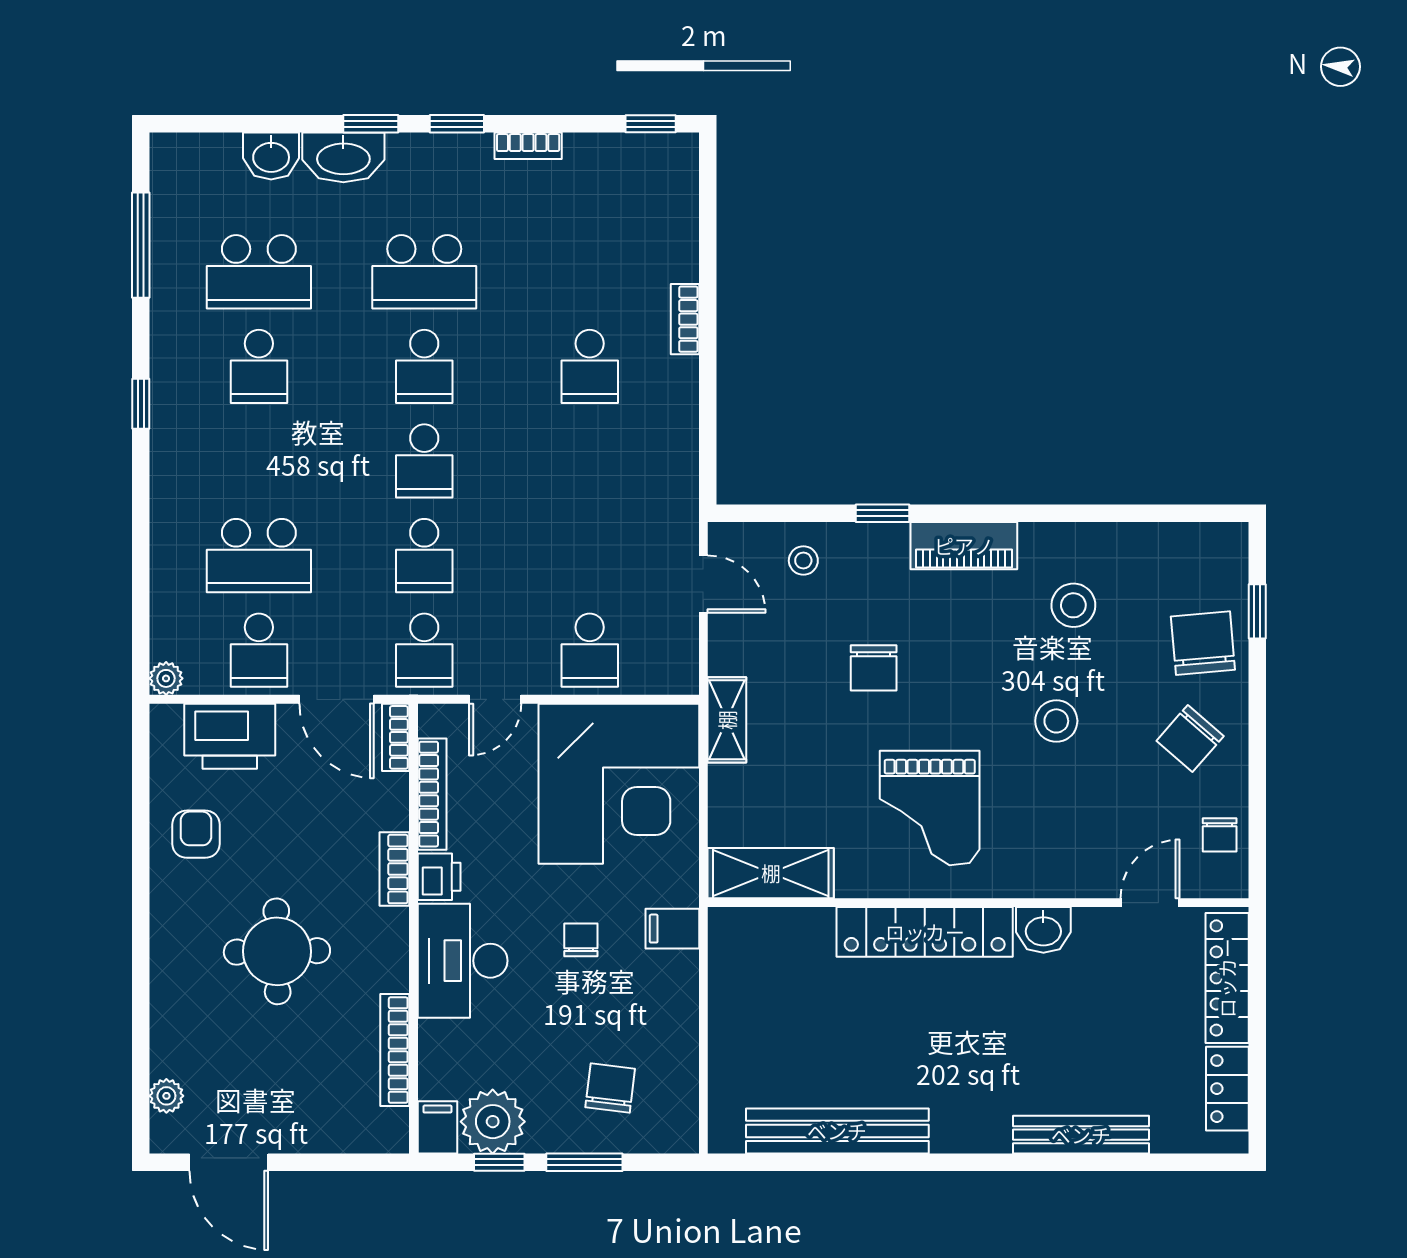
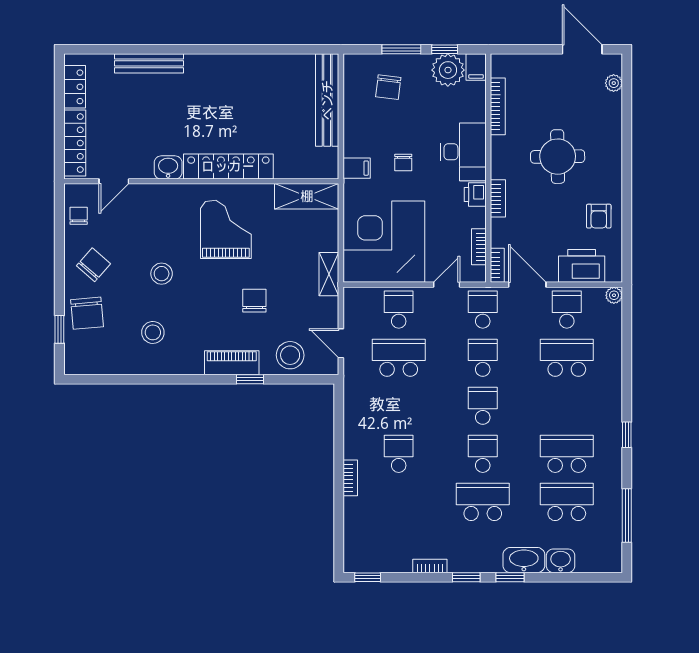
school desk: (259, 366) -> (567, 454), width x1.85
piano: (964, 546) -> (232, 363), moved
school desk: (590, 556) -> (399, 358), added
stool: (803, 561) -> (290, 355), width x1.89, depth x1.89
bookcase: (432, 794) -> (479, 247), width x0.64
bench: (837, 1131) -> (327, 100), moved, turned 90

